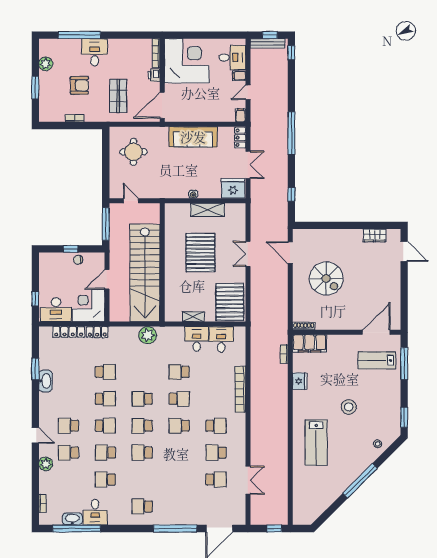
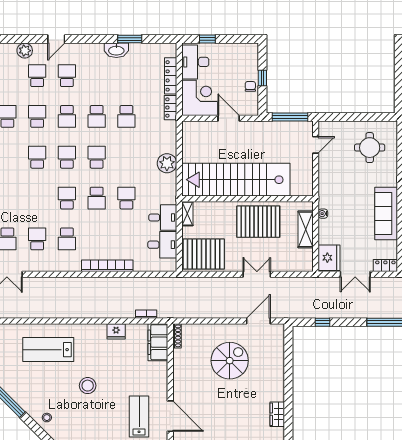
wall: (162, 262) -> (247, 199), moved
stairs: (145, 273) -> (236, 180), moved
spiral stairs: (326, 278) -> (230, 361), turned 180

